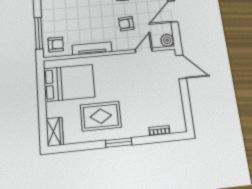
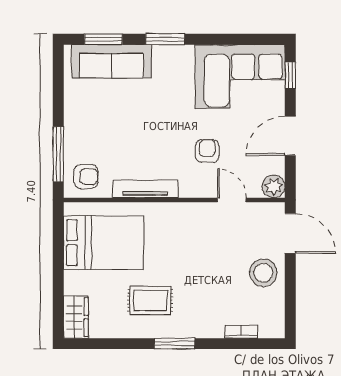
armchair: (126, 24) -> (207, 151), turned 94
door: (144, 50) -> (232, 200), hinge flipped
stool: (168, 92) -> (263, 273), added
rug: (101, 116) -> (150, 300), width x0.73, depth x0.70

